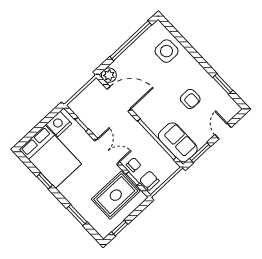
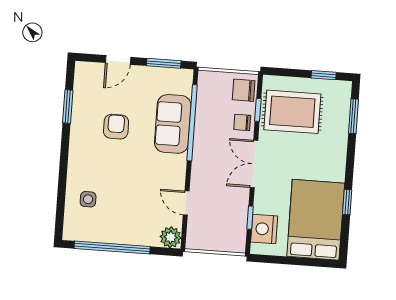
side table: (167, 51) -> (88, 199), width x0.54, depth x0.54
door: (119, 99) -> (186, 203), width x0.53
nightstand: (59, 124) -> (264, 229), moved, turned 90
sofa: (178, 142) -> (173, 124), moved
chair: (149, 180) -> (244, 90), turned 90
window: (77, 215) -> (353, 116), moved

